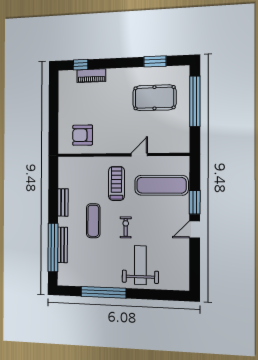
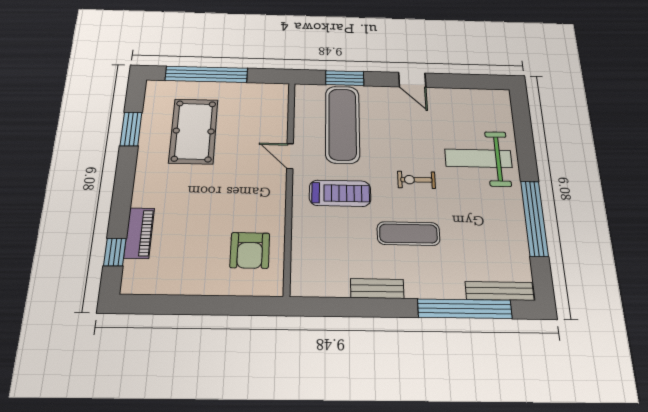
treadmill: (116, 183) -> (340, 193), turned 180
window: (195, 202) -> (345, 78), moved
bench: (62, 245) -> (500, 291), moved

